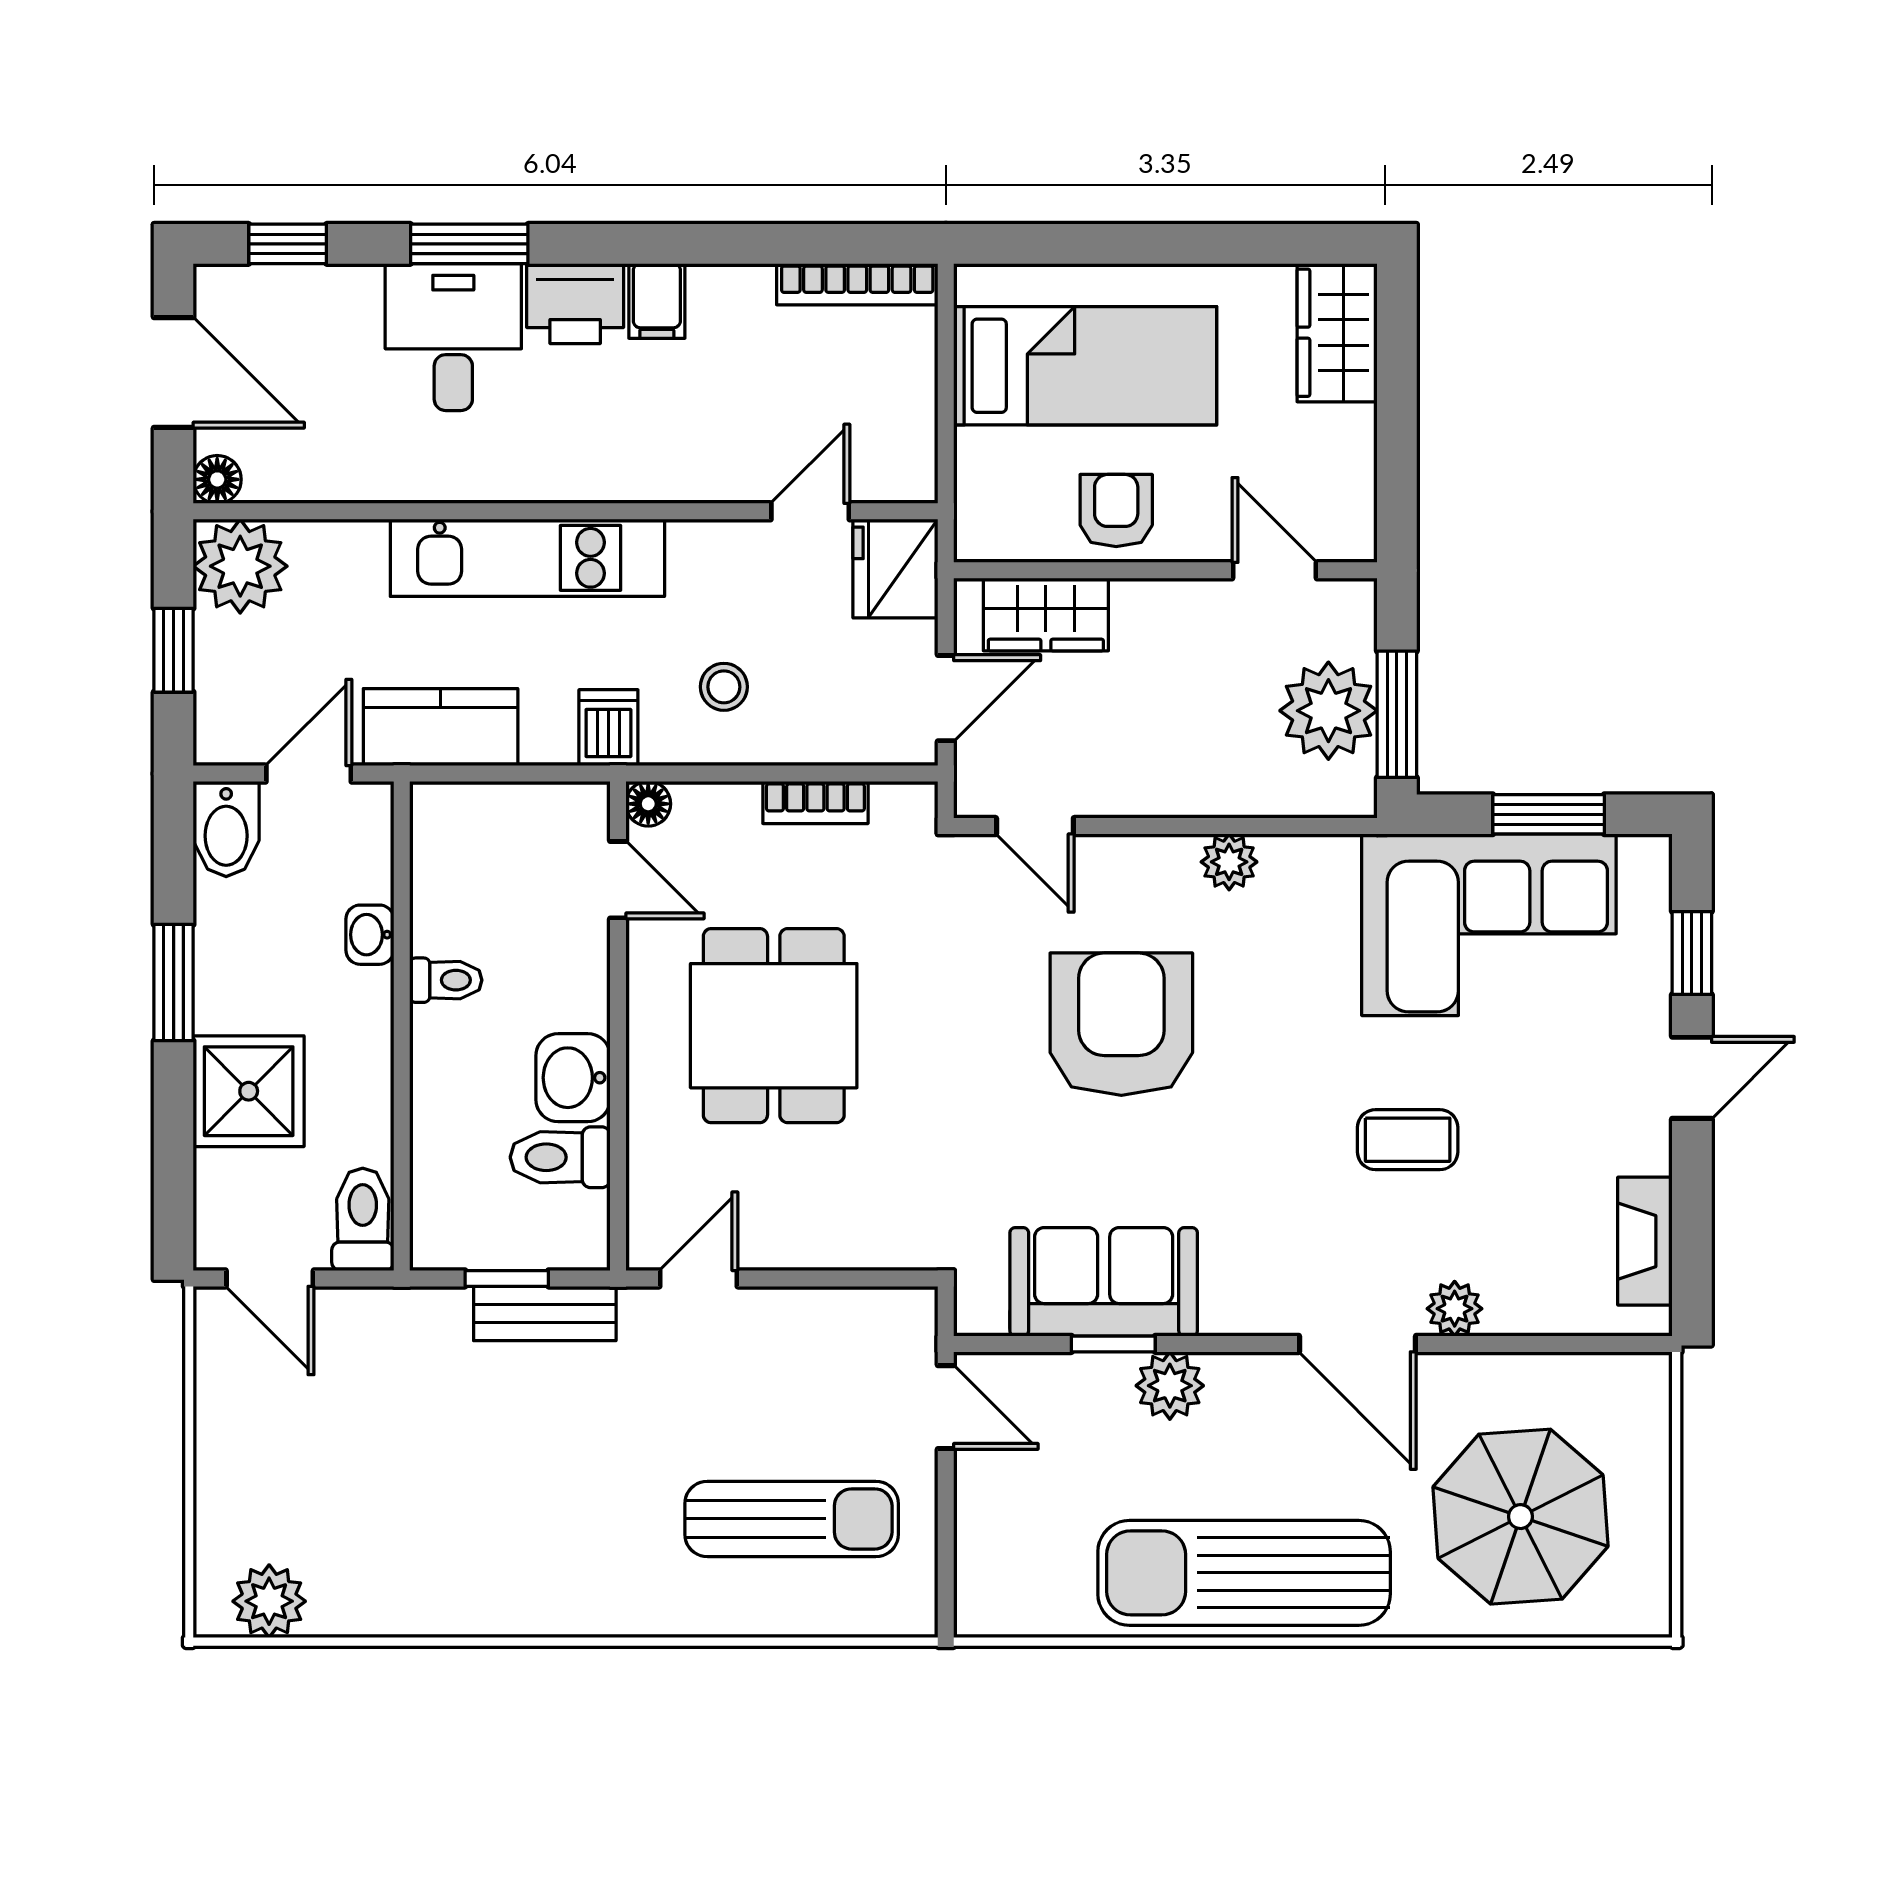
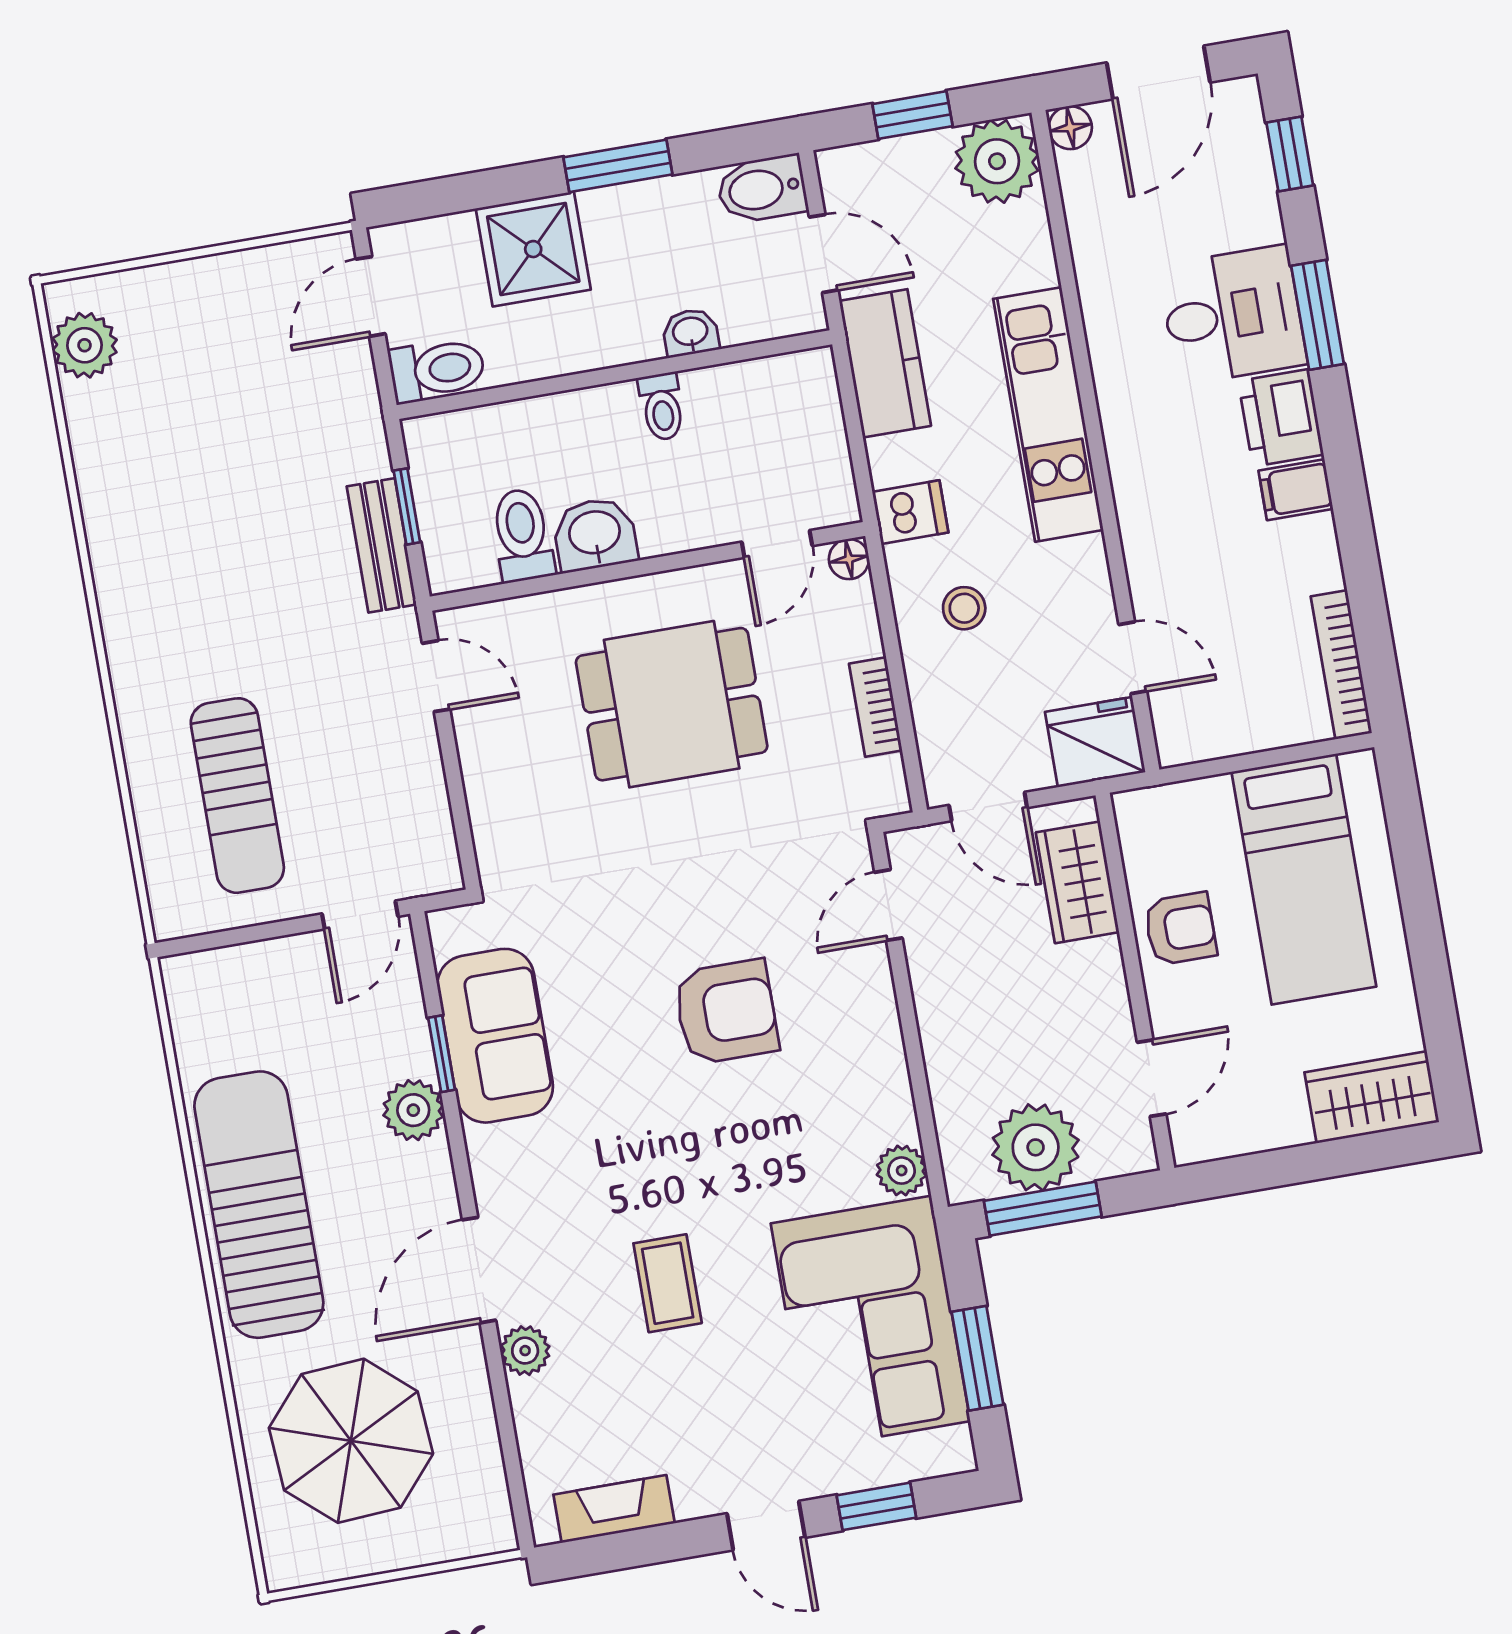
plant: (1229, 862) -> (902, 1171), moved
armchair: (1121, 1024) -> (726, 1012), width x0.73, depth x0.73

